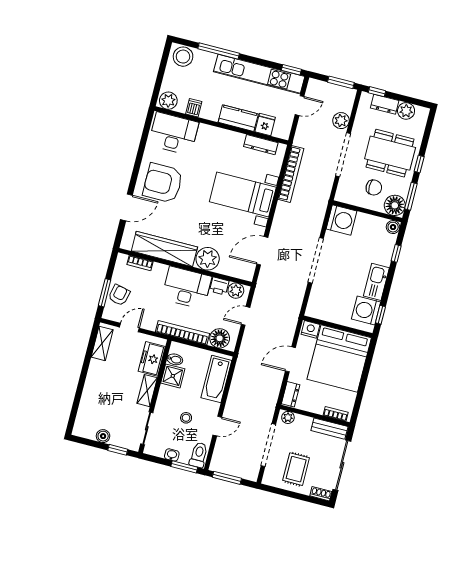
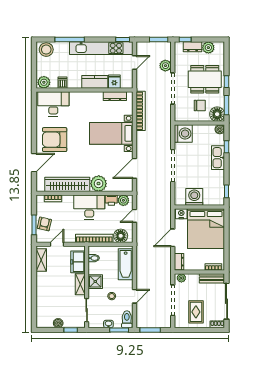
kitchen sink: (376, 282) -> (218, 158), moved
washing machine: (366, 310) -> (194, 197), moved, turned 90
shower: (173, 376) -> (95, 282), moved

